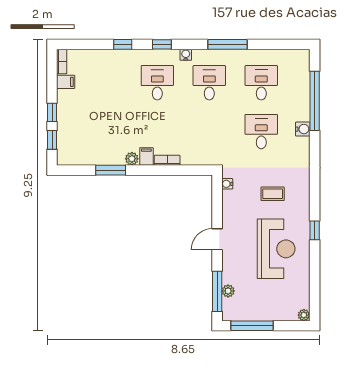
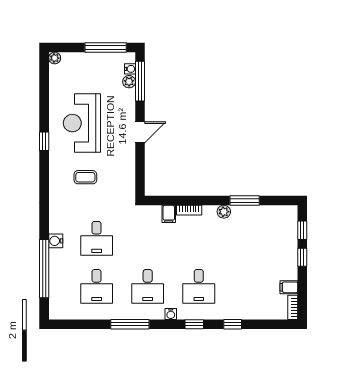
filing cabinet: (146, 156) -> (169, 214), moved
water cooler: (227, 184) -> (130, 69), moved

